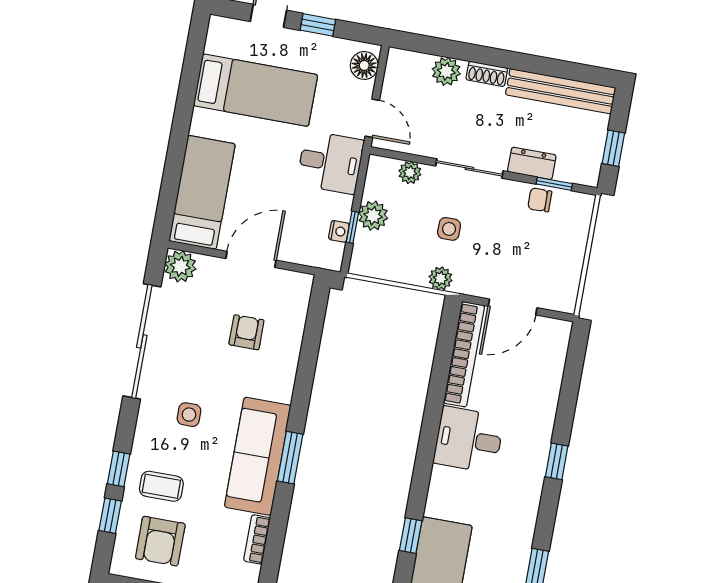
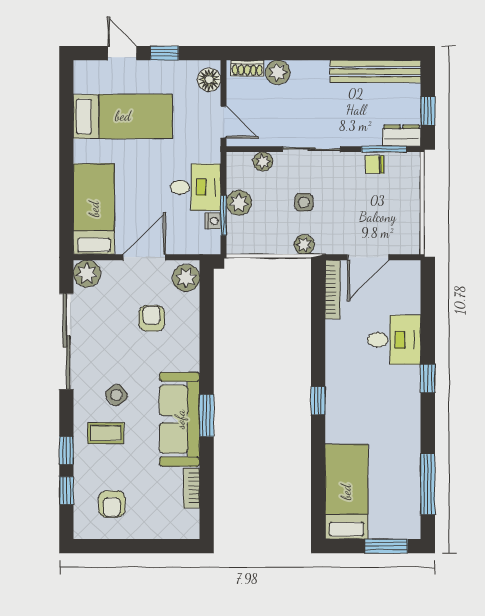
shoe rack: (487, 74) -> (247, 68), moved
desk: (330, 162) -> (196, 187), moved
dresser: (532, 163) -> (402, 136), moved
window: (554, 184) -> (384, 149), width x1.50
window: (352, 227) -> (224, 215), width x1.50
plant: (295, 292) -> (186, 278), added
bookcase: (464, 354) -> (333, 290), width x0.68, depth x0.76
side table: (189, 415) -> (116, 395), turned -37
desk: (469, 440) -> (394, 340), moved, turned 180
coffee table: (161, 486) -> (106, 433), moved
window: (411, 536) -> (318, 401), moved
armchair: (160, 541) -> (112, 504), width x0.72, depth x0.72

